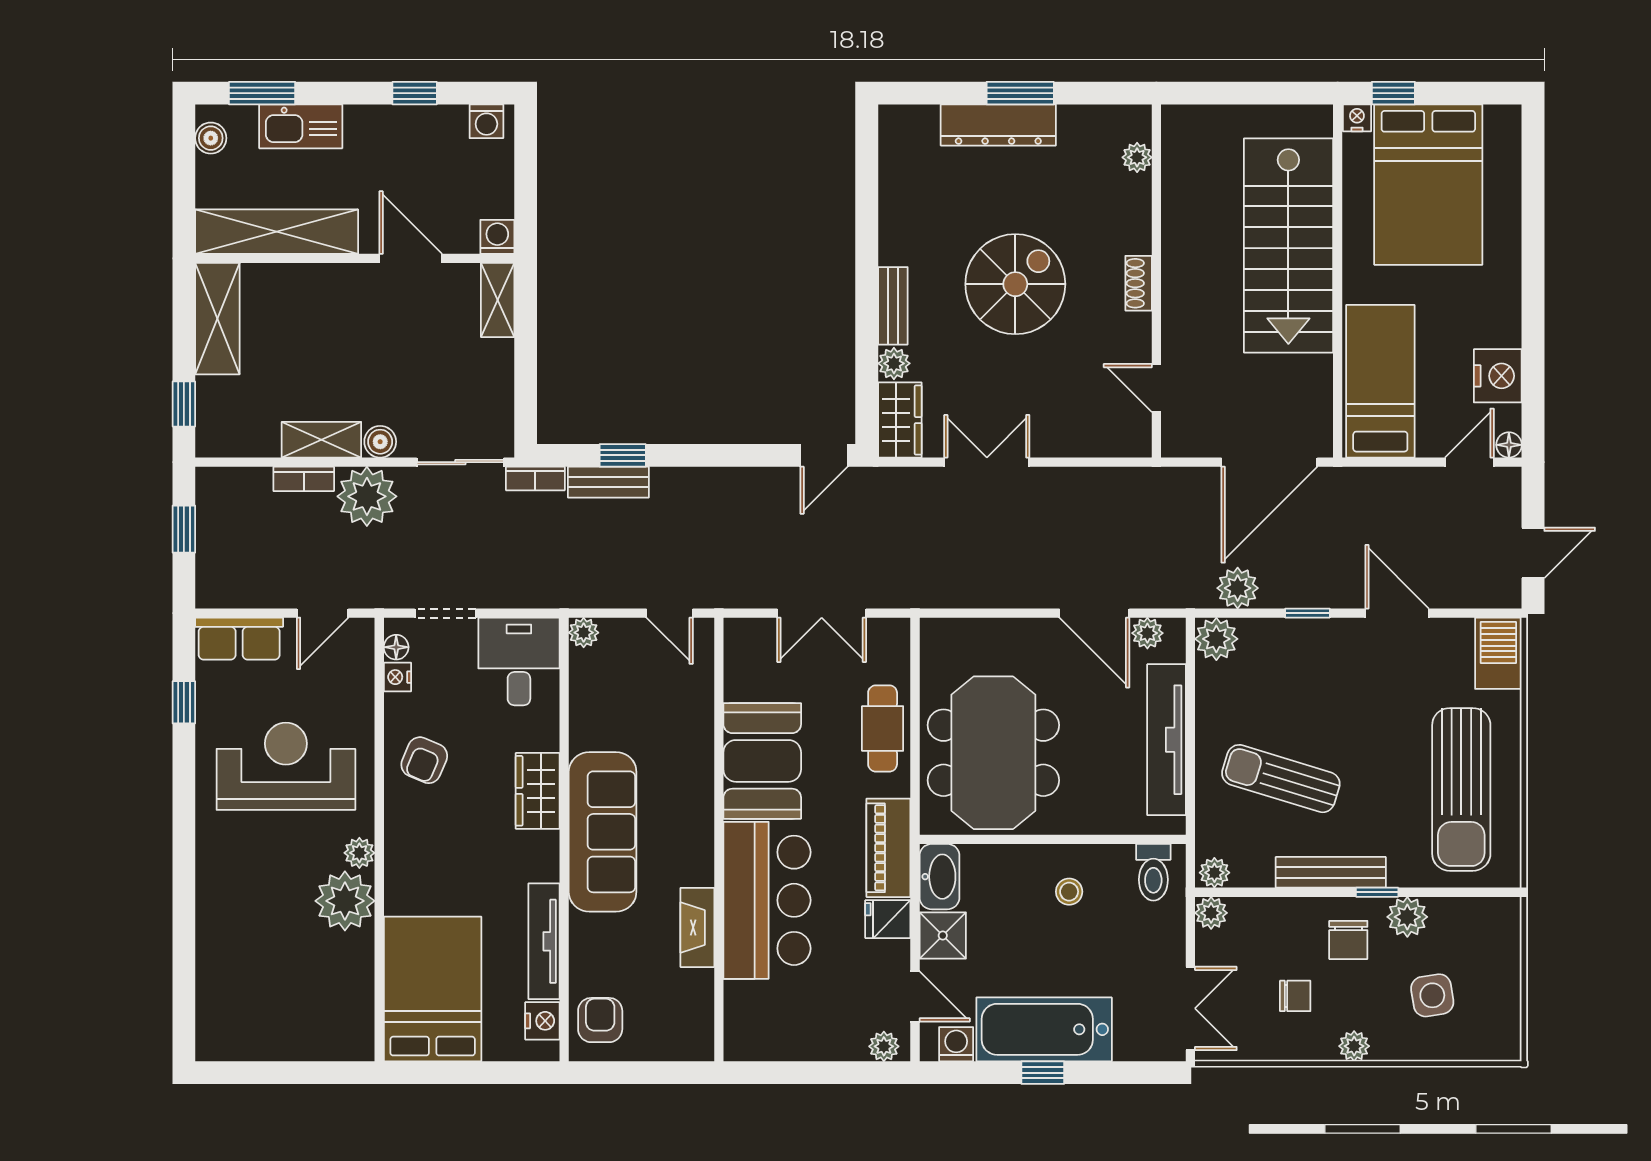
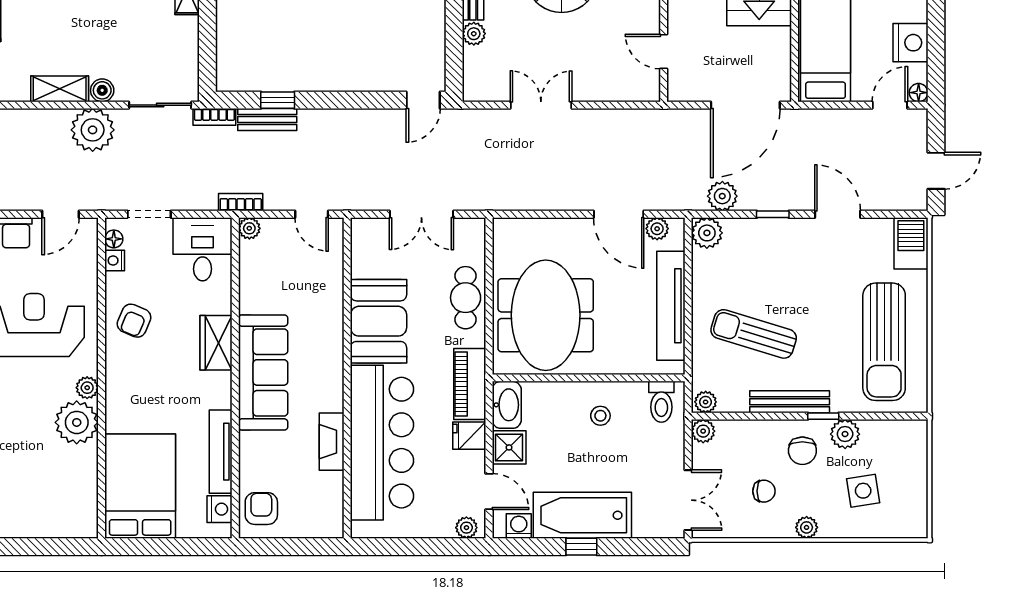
wardrobe: (900, 420) -> (478, 75), removed
bookcase: (304, 479) -> (241, 202), moved, turned 180
bar counter: (767, 900) -> (382, 443), width x1.36

